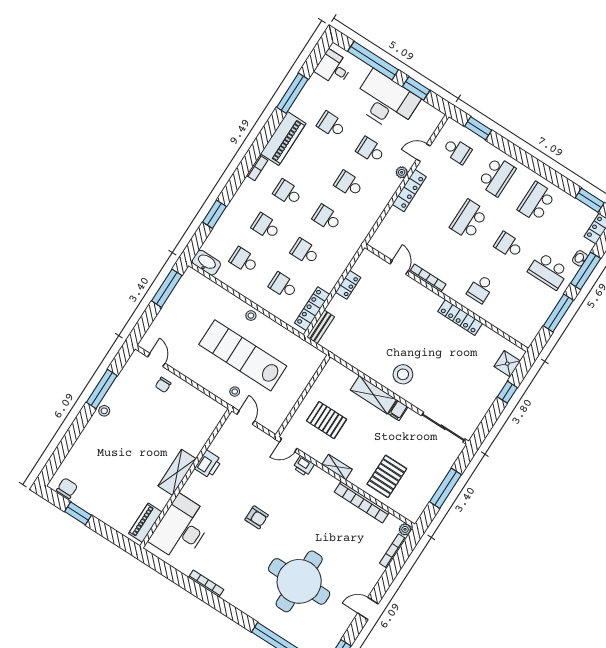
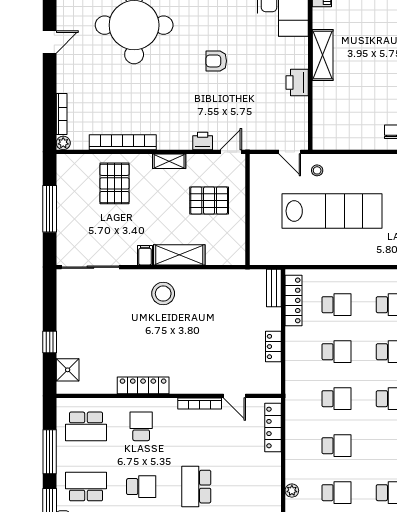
locker: (409, 190) -> (273, 427), moved
school desk: (469, 220) -> (196, 487), turned 180
school desk: (520, 314) -> (86, 426), added
stool: (251, 316) -> (349, 255), removed

